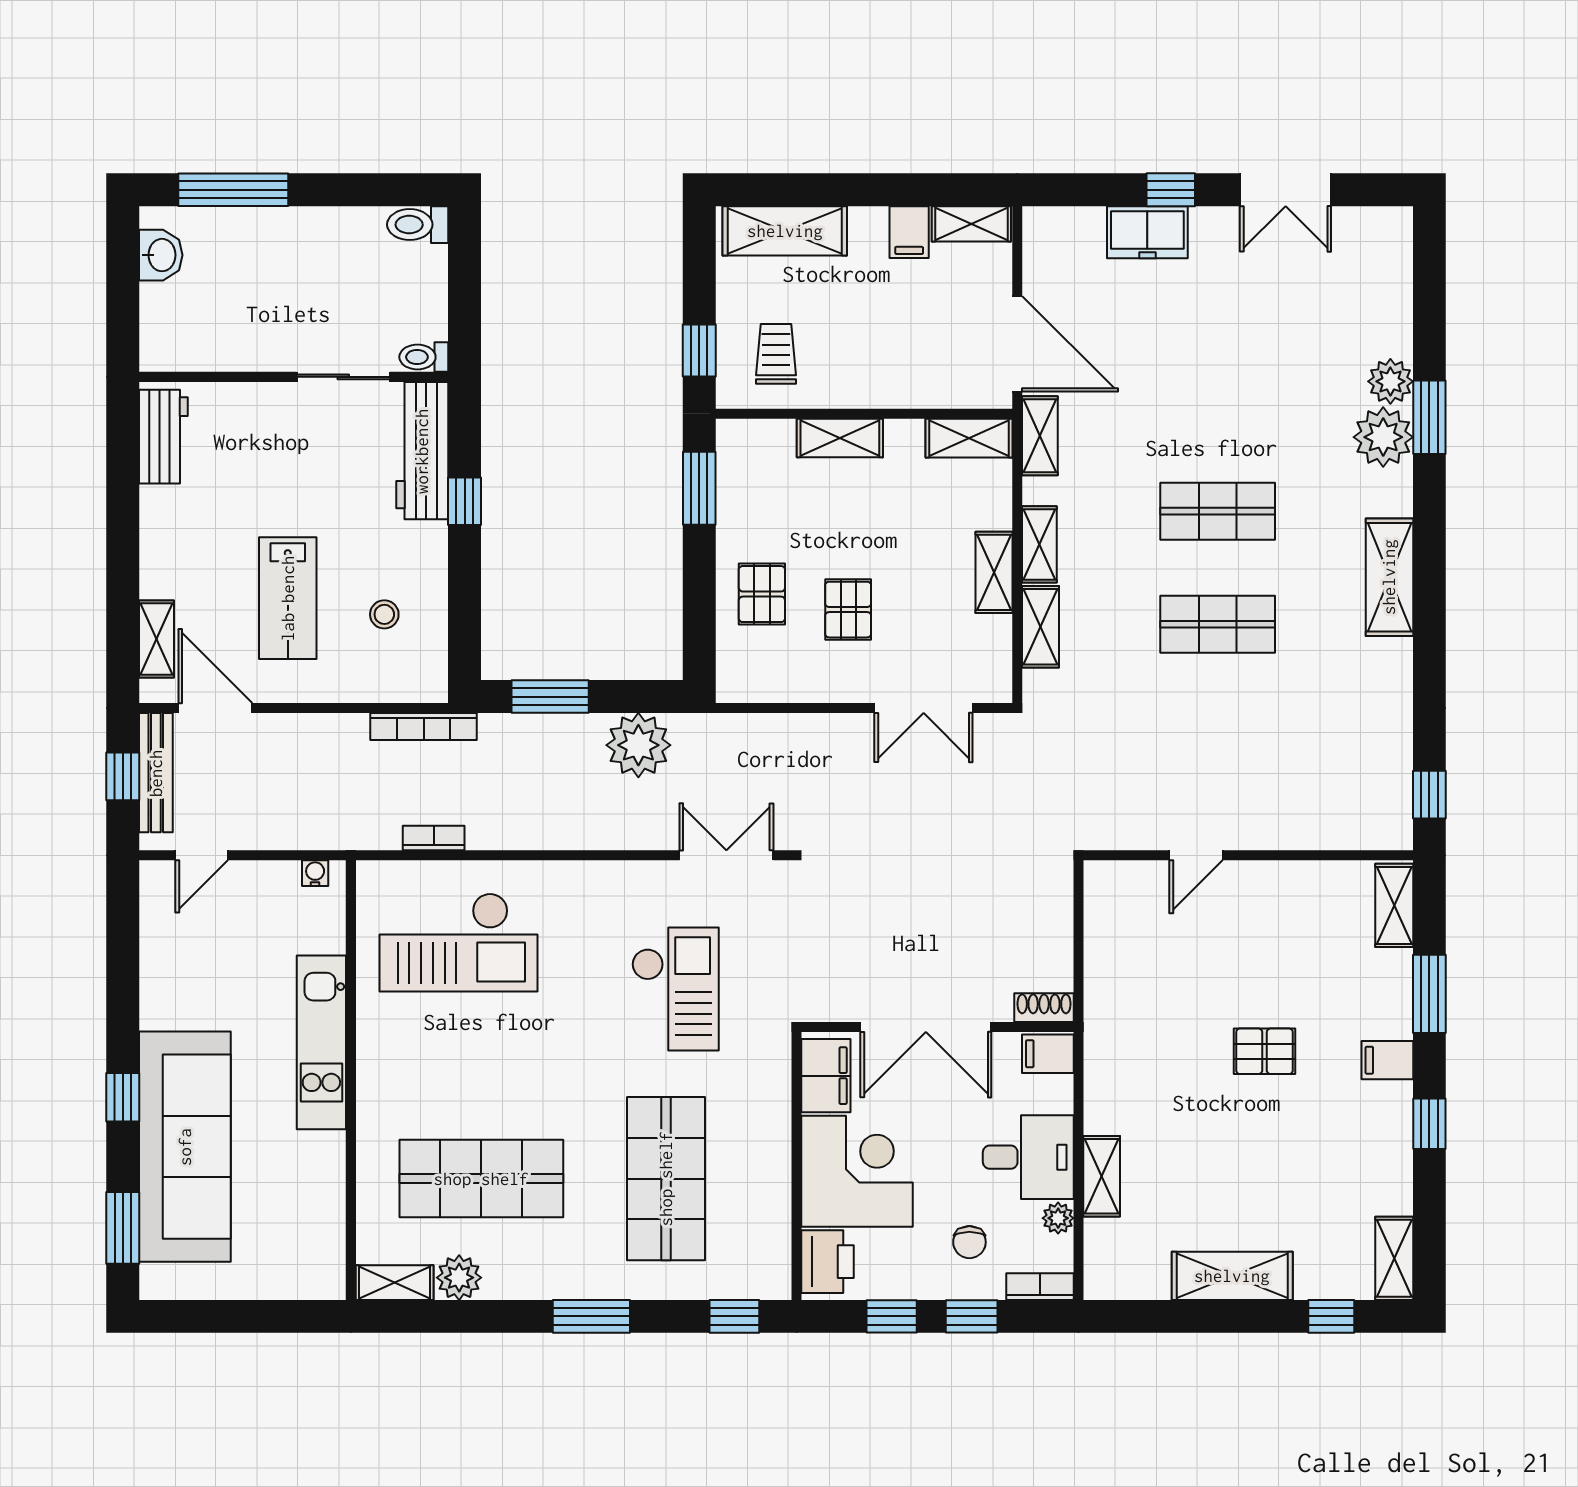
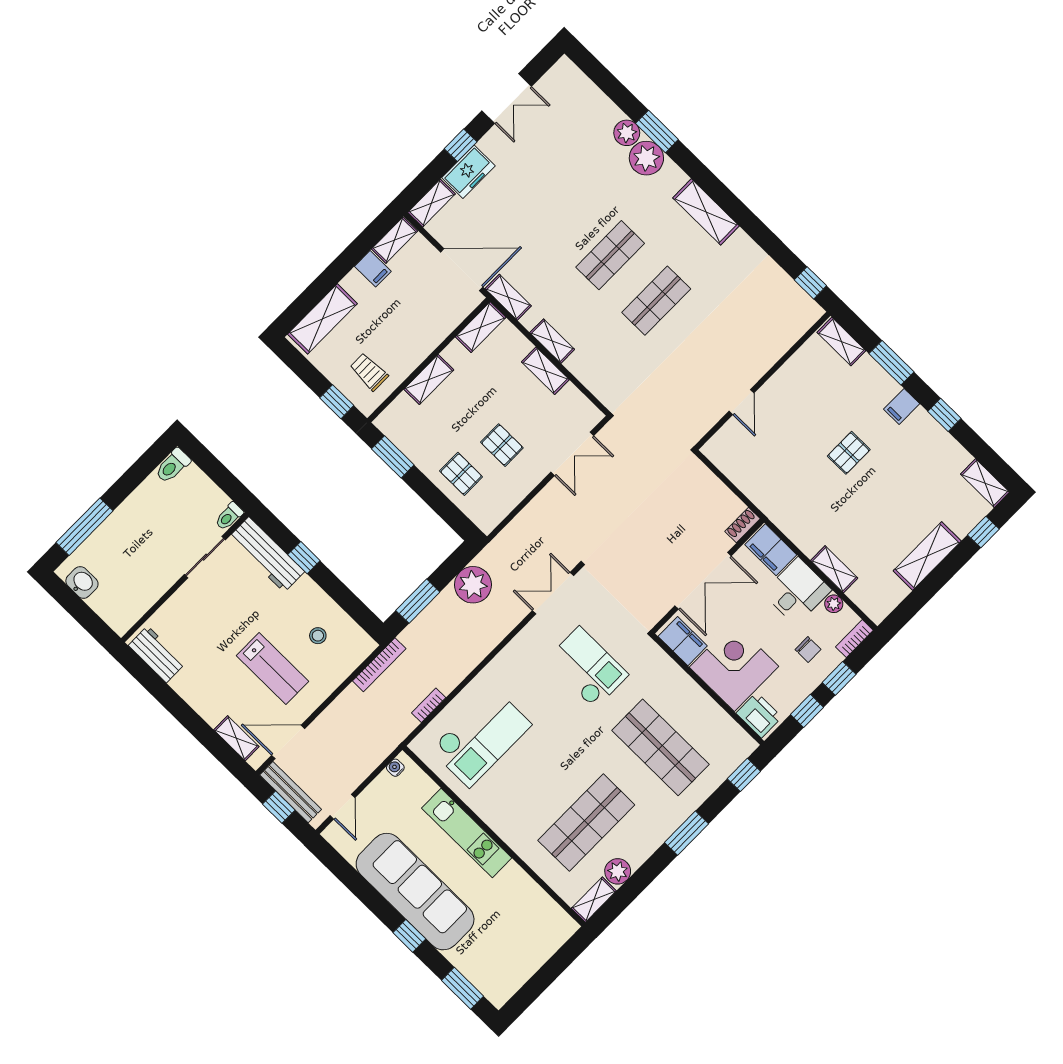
shelving: (1041, 627) -> (431, 203), moved, turned 90
filing cabinet: (1048, 1054) -> (771, 550), width x2.00
sofa: (185, 1147) -> (415, 892), moved

